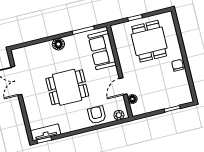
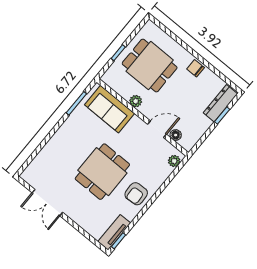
floor lamp: (58, 44) -> (62, 135), removed
plant: (123, 58) -> (136, 101), added
door: (123, 86) -> (157, 129), swing flipped
dresser: (177, 100) -> (220, 103), added
armchair: (97, 115) -> (136, 194), moved, turned -93

